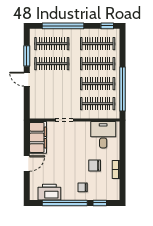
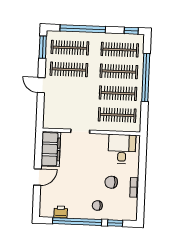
window: (27, 56) -> (43, 47), moved
window: (122, 89) -> (146, 78), moved
printer: (49, 192) -> (61, 212), width x0.53, depth x0.68

